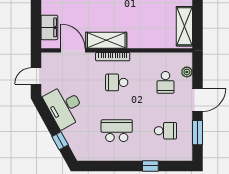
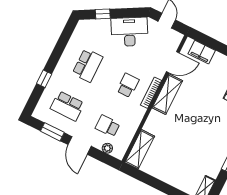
shelving: (184, 26) -> (140, 149), moved, turned 90
school desk: (165, 131) -> (67, 106), width x1.85

